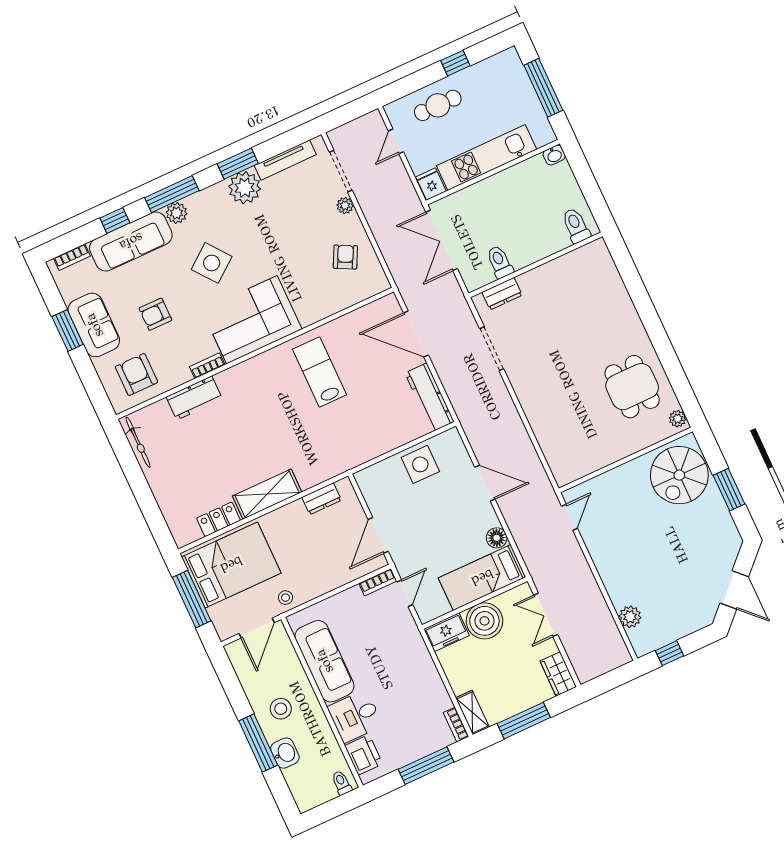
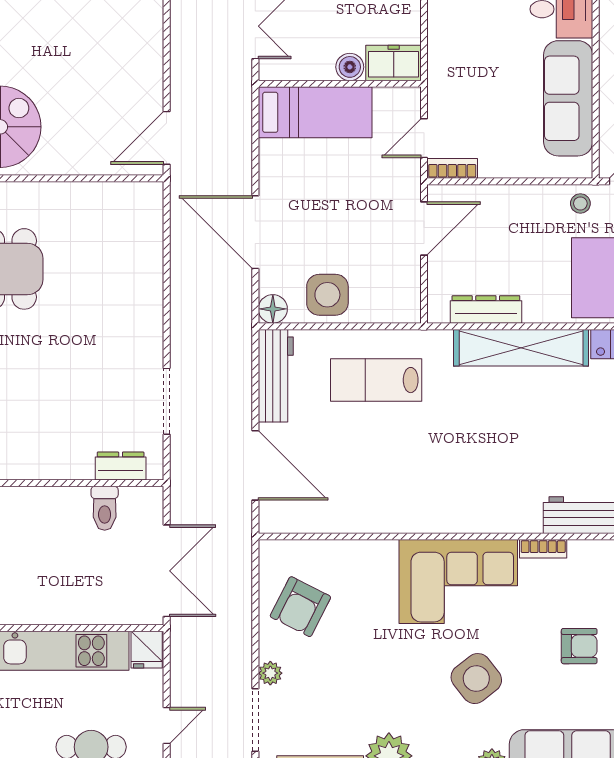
armchair: (345, 257) -> (300, 607), width x1.38, depth x1.38
lab bench: (320, 372) -> (376, 380), moved, turned 90
door: (485, 483) -> (255, 232), width x1.36
shelving: (267, 494) -> (521, 348), width x1.47
dresser: (321, 499) -> (486, 309), width x1.44
door: (570, 517) -> (167, 138), width x1.38
floor lamp: (497, 538) -> (273, 309), moved
boiler: (484, 621) -> (350, 67), width x0.54, depth x0.54

